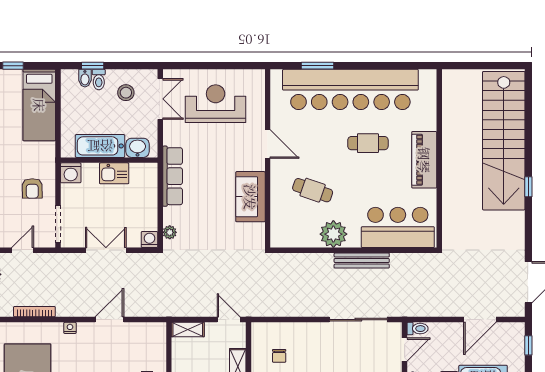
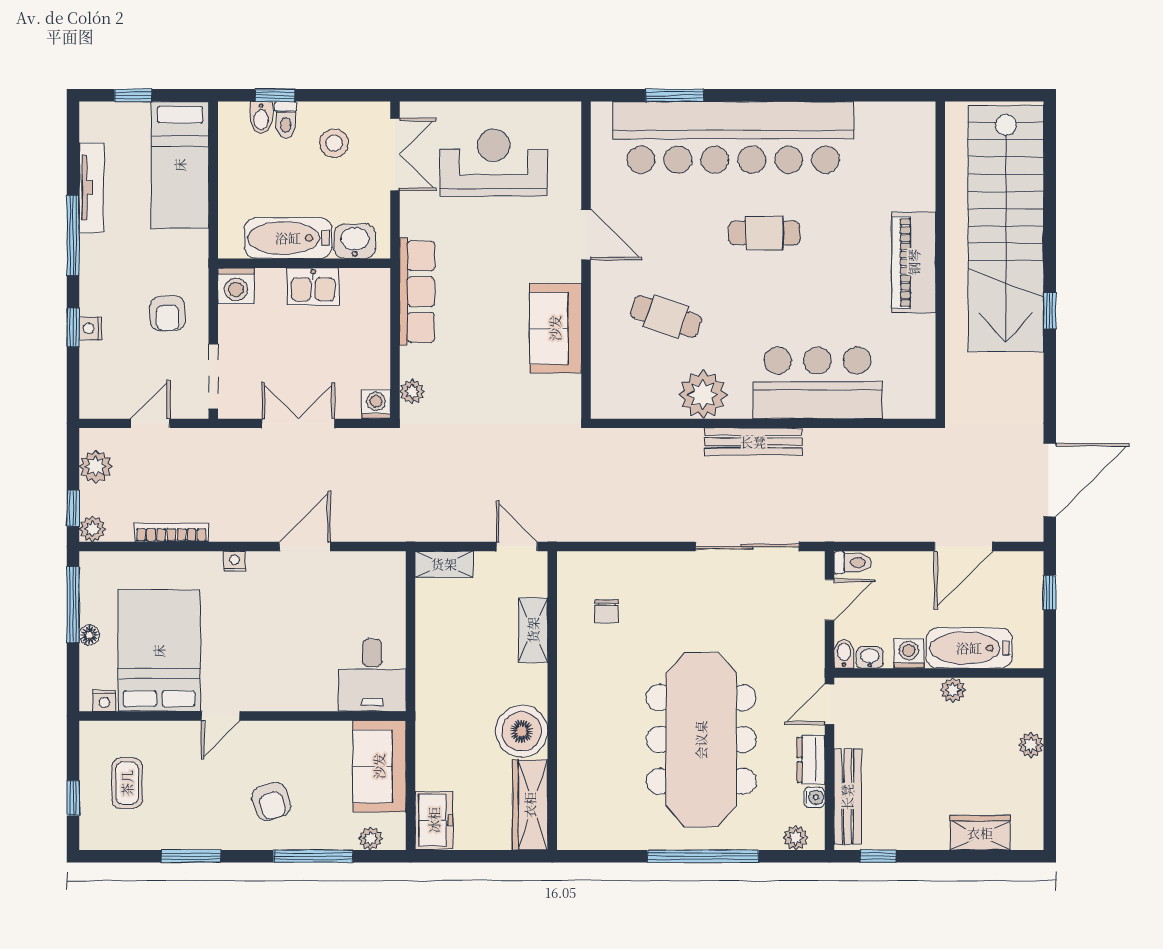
wall: (439, 158) -> (940, 260), moved
piano: (424, 160) -> (914, 262), moved

